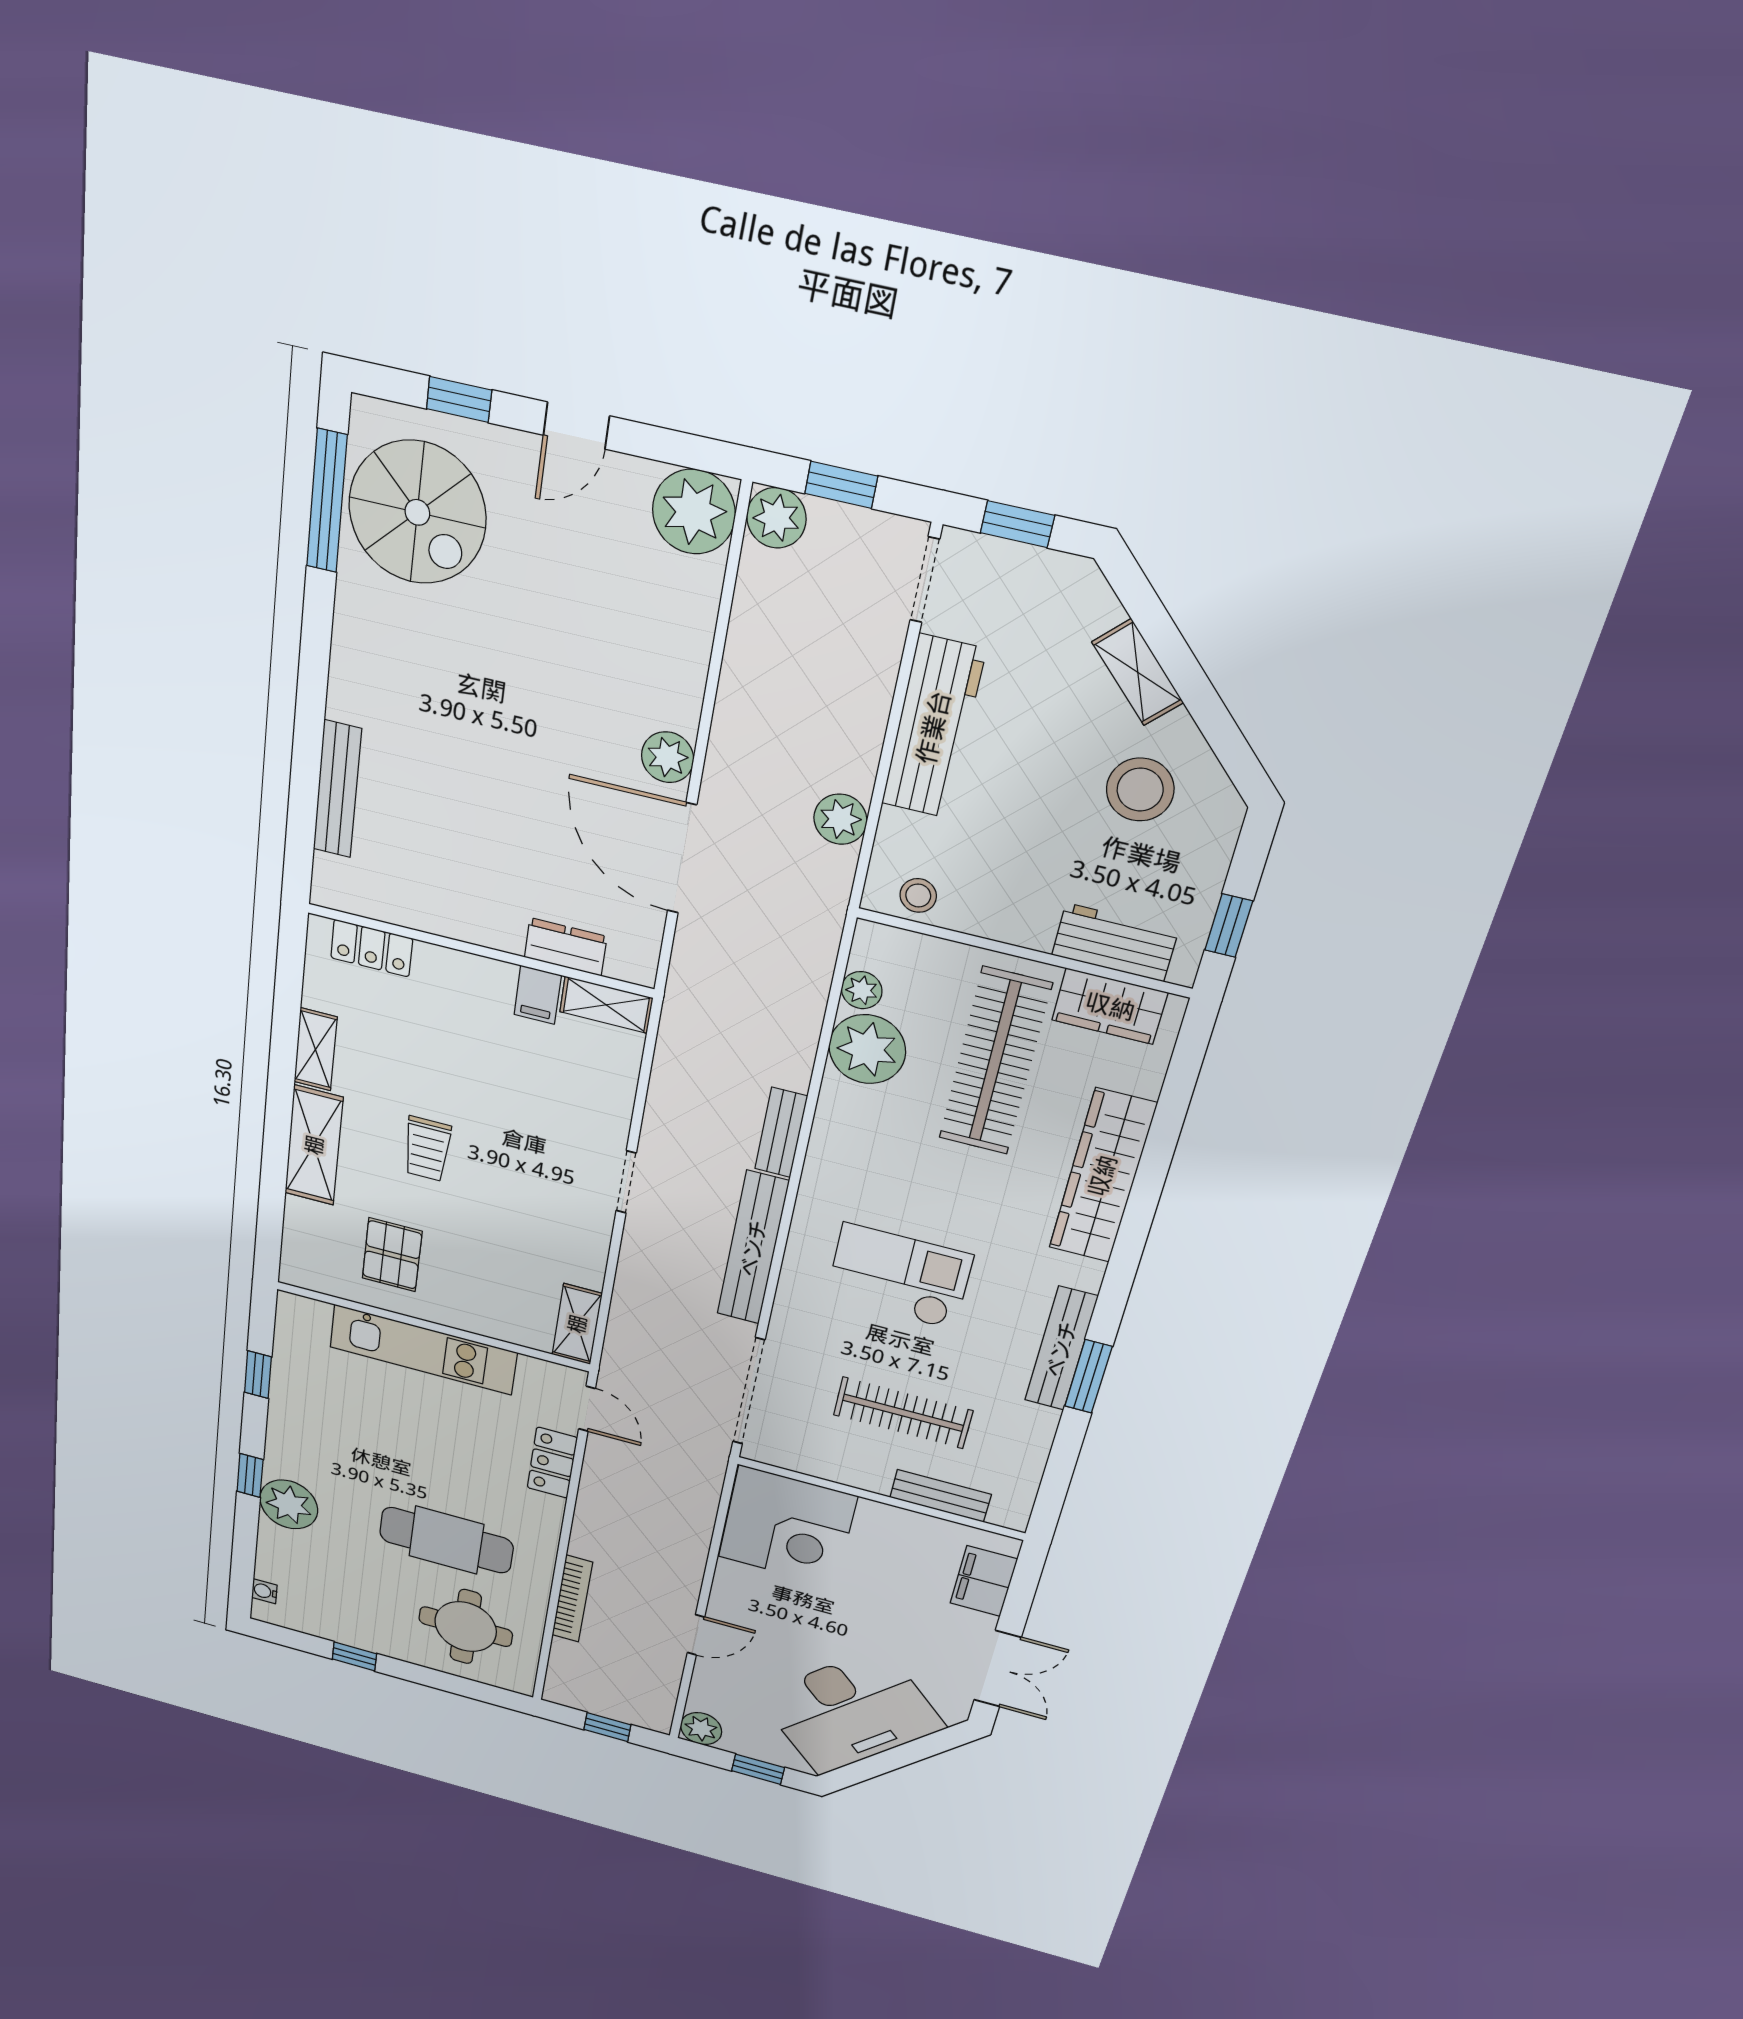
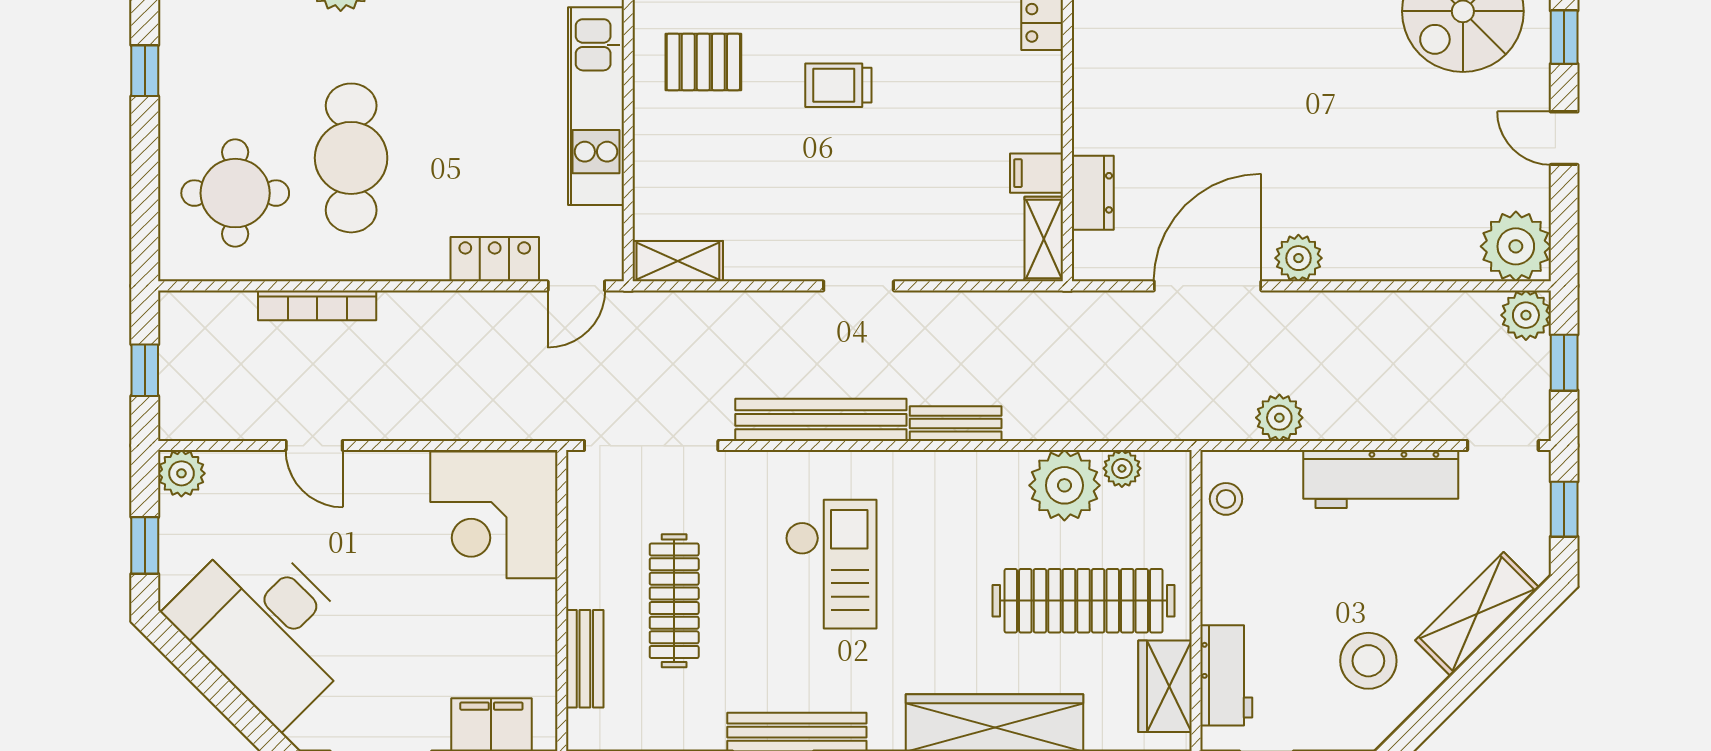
shelving: (1138, 672) -> (1477, 614), width x1.50, depth x1.33

